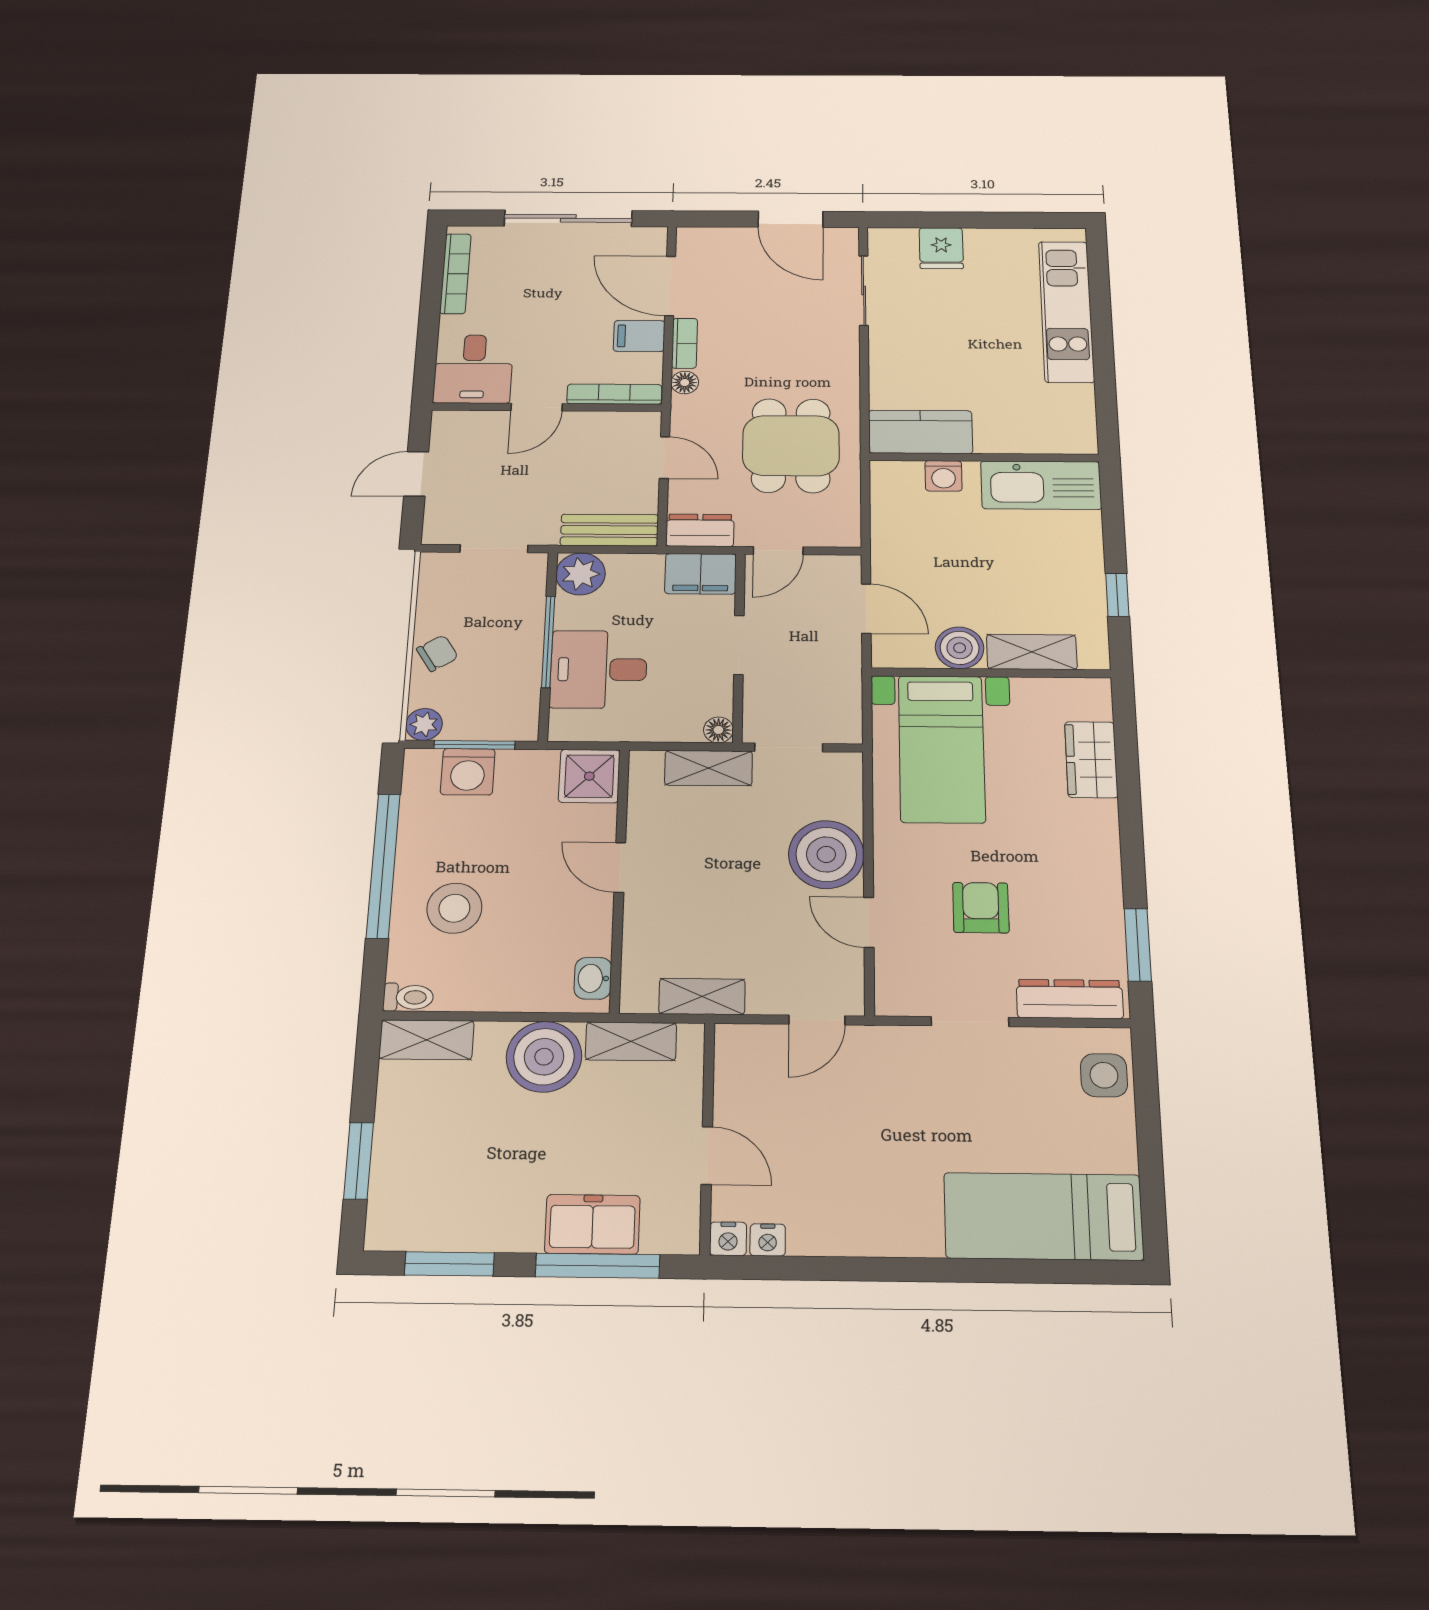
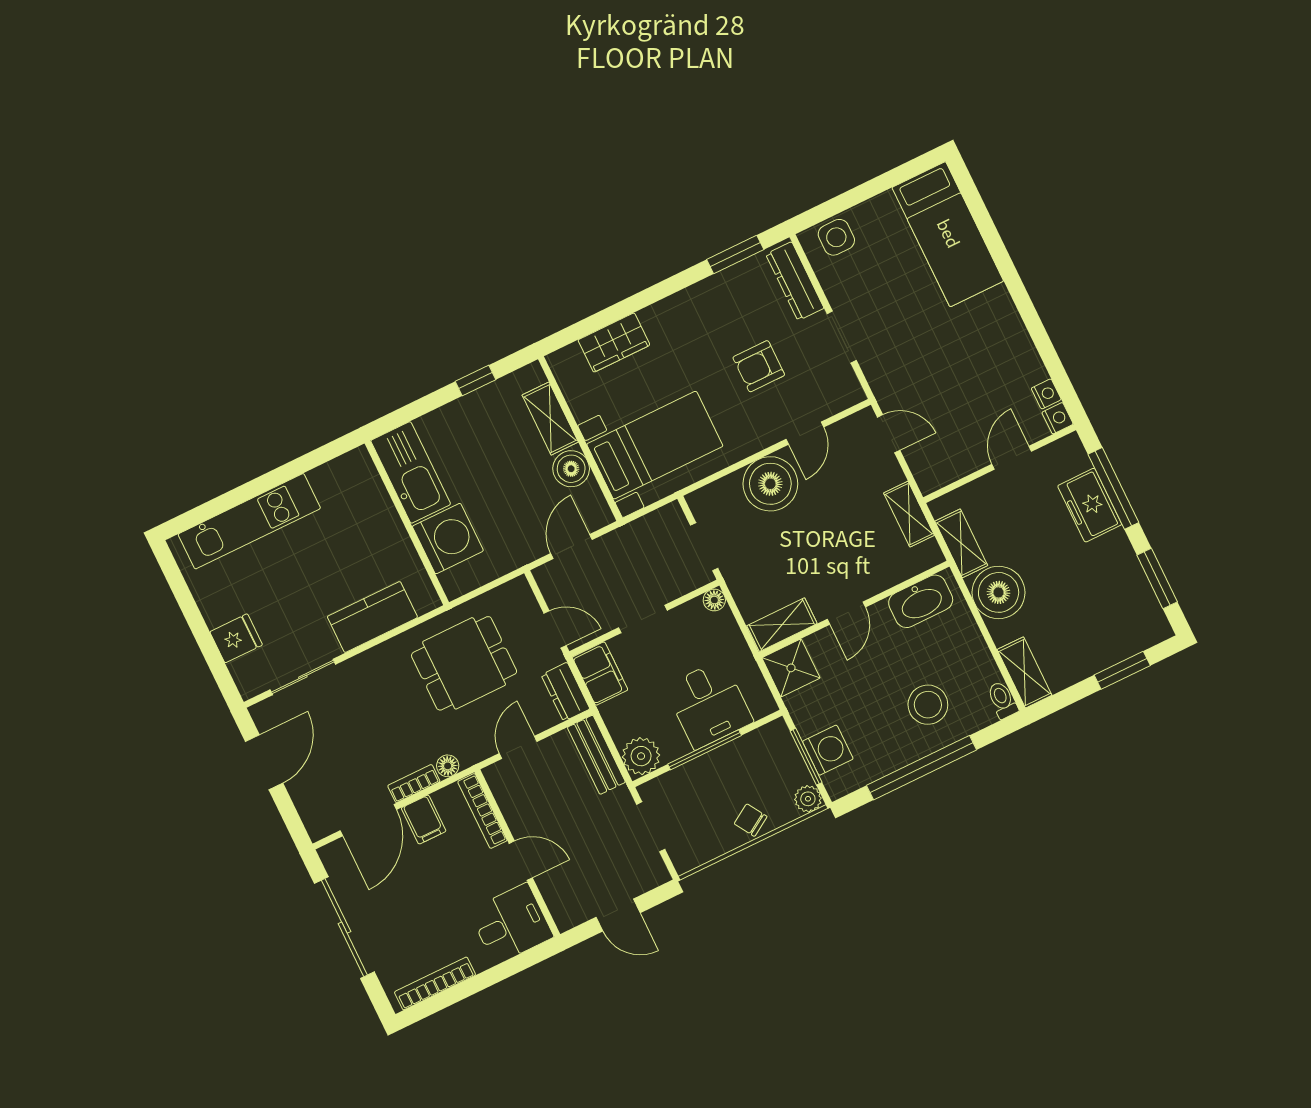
kitchen counter: (920, 432) -> (372, 617), moved, turned 90
washing machine: (943, 476) -> (448, 539), width x1.89, depth x1.89
shelving: (708, 768) -> (782, 625), moved, turned 90
washbasin: (593, 978) -> (921, 601), width x1.91, depth x1.45

